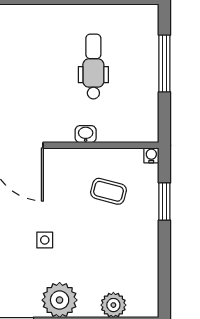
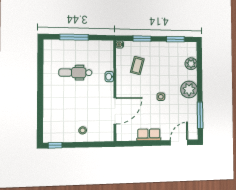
window: (164, 272) -> (175, 39), added

